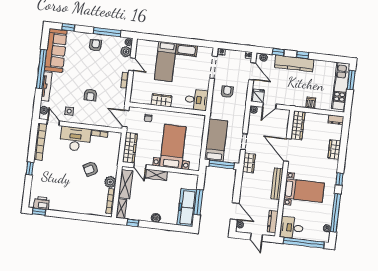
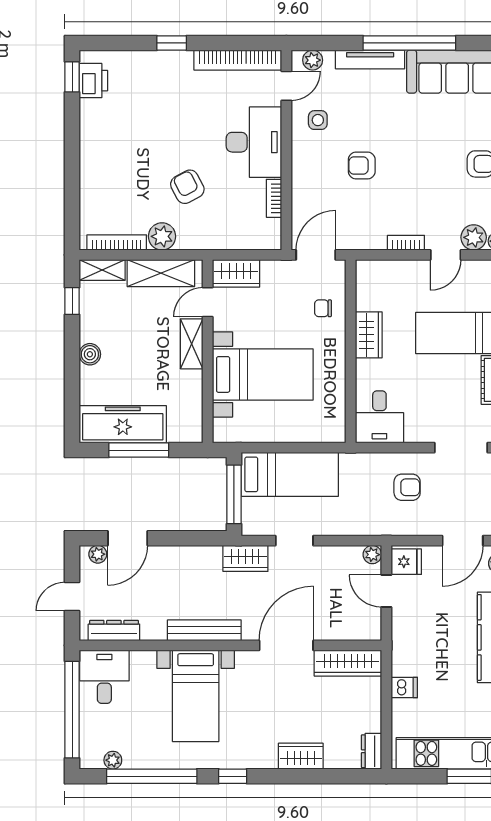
wardrobe: (130, 148) -> (236, 273), width x0.67

